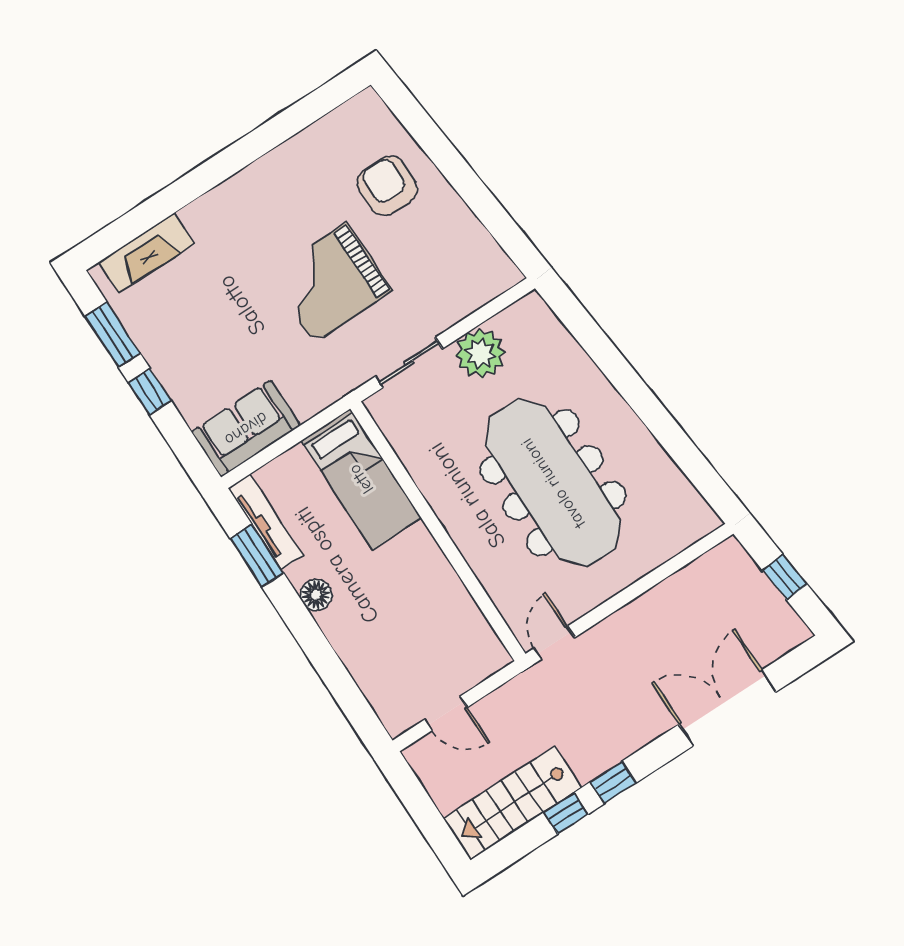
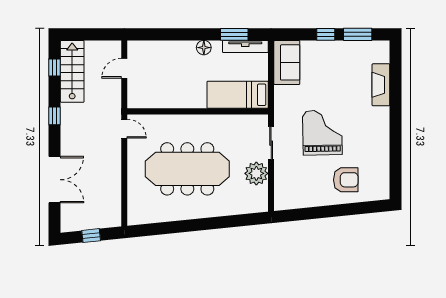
fireplace: (146, 253) -> (381, 85), moved
window: (566, 813) -> (55, 68), moved

